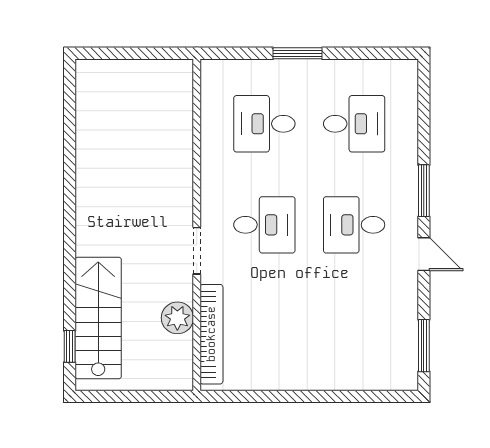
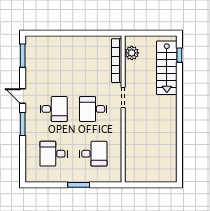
plant: (177, 318) -> (132, 53), moved

